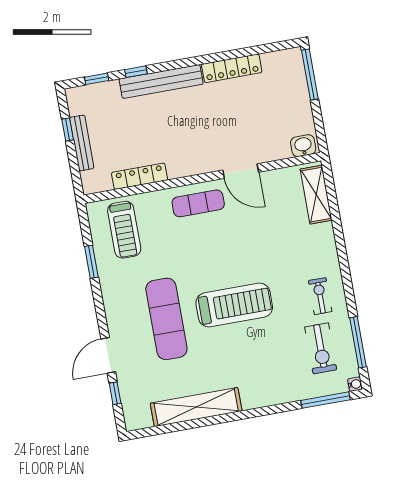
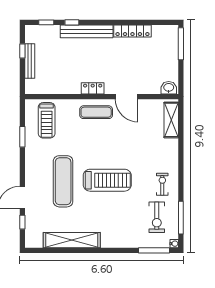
locker: (140, 176) -> (93, 88), moved, width x0.66

